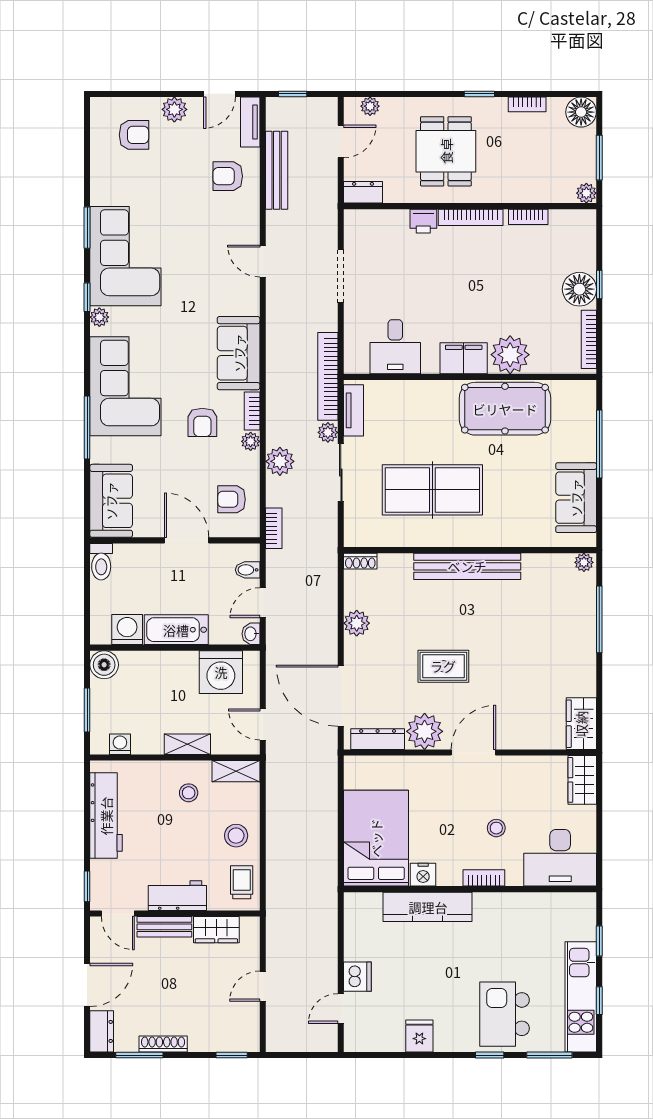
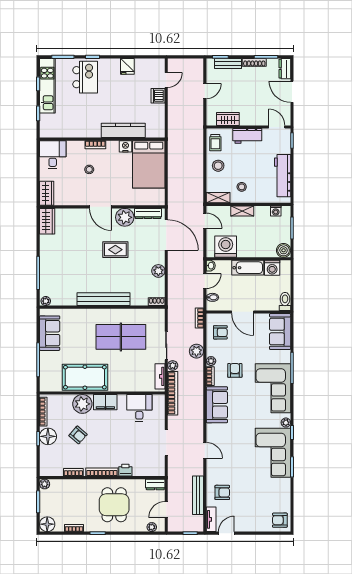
plant: (174, 109) -> (249, 525), removed
armchair: (134, 135) -> (280, 520), moved
armchair: (519, 292) -> (78, 435), added
door: (473, 753) -> (100, 207), hinge flipped
desk: (560, 858) -> (53, 155), width x0.73
bench: (164, 927) -> (228, 64), moved
door: (87, 985) -> (292, 92), hinge flipped

